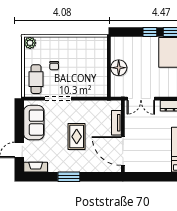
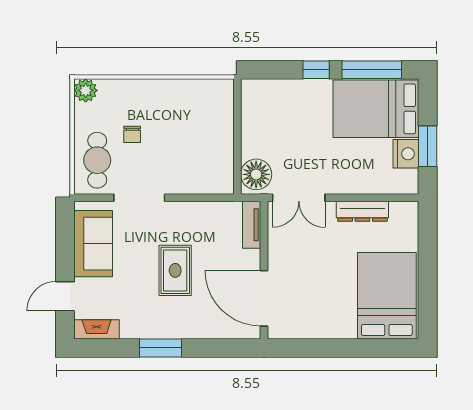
floor lamp: (119, 68) -> (256, 174), moved
tv unit: (116, 123) -> (252, 225), moved

